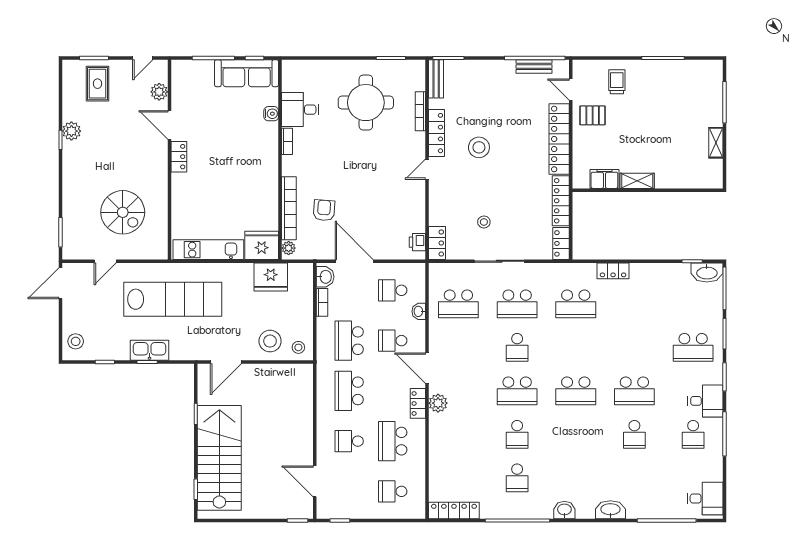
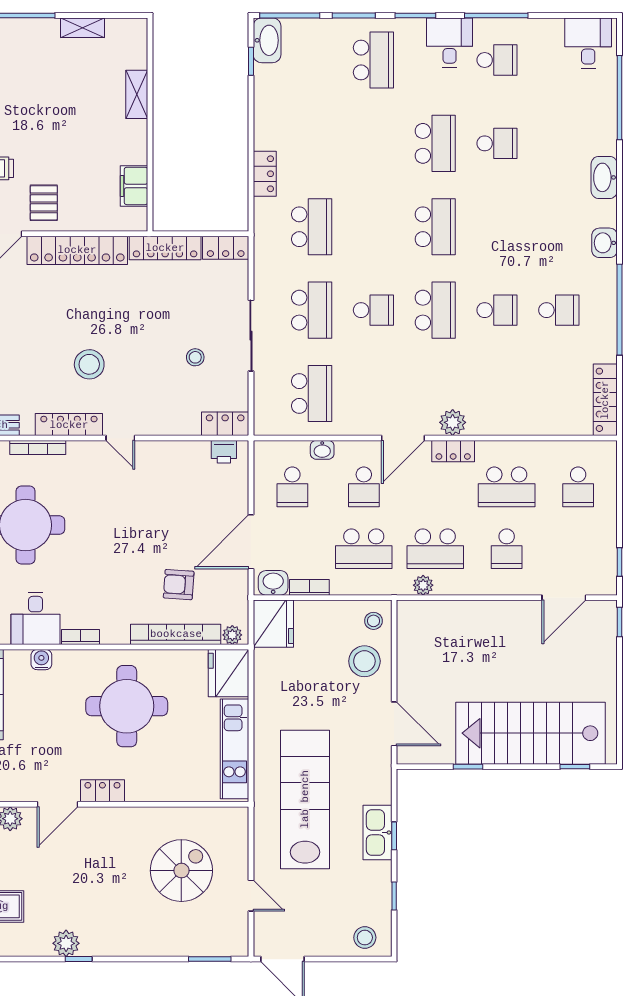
round table: (238, 174) -> (127, 706), added
shelving: (637, 181) -> (137, 94), moved
fridge: (271, 277) -> (273, 624), moved
plant: (323, 382) -> (423, 585), added

